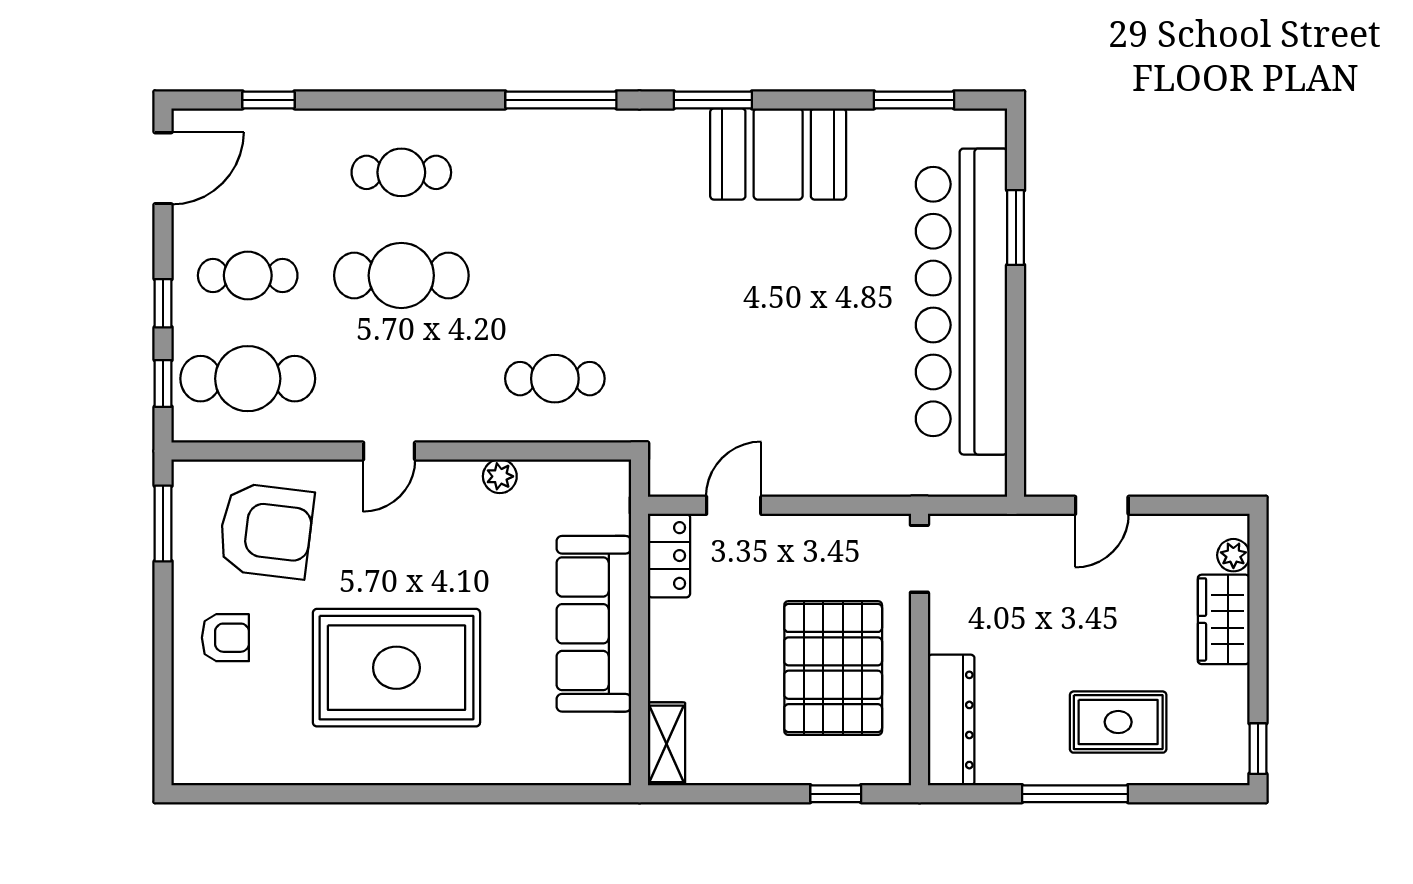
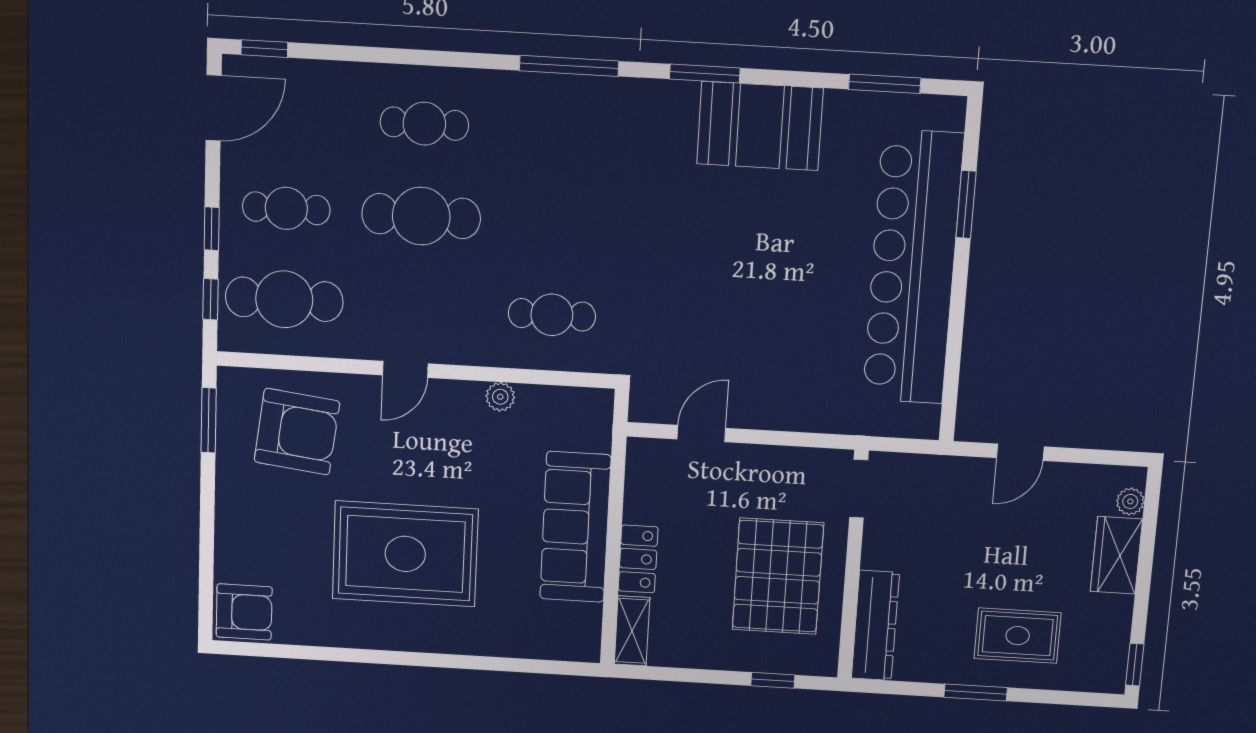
window: (268, 100) -> (264, 49), moved
locker: (669, 556) -> (638, 559), moved
armchair: (225, 638) -> (244, 612), moved, width x1.38, depth x1.38
window: (1075, 794) -> (976, 692), width x0.69

